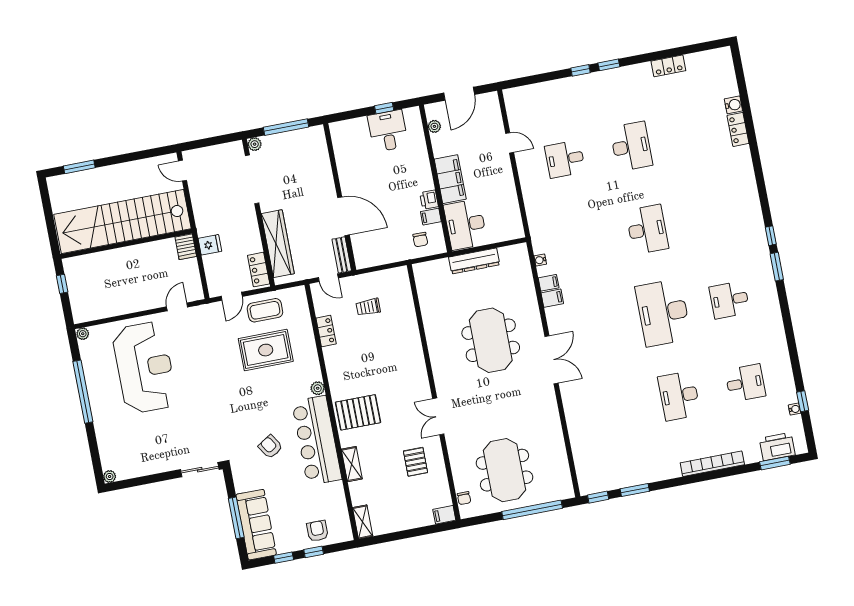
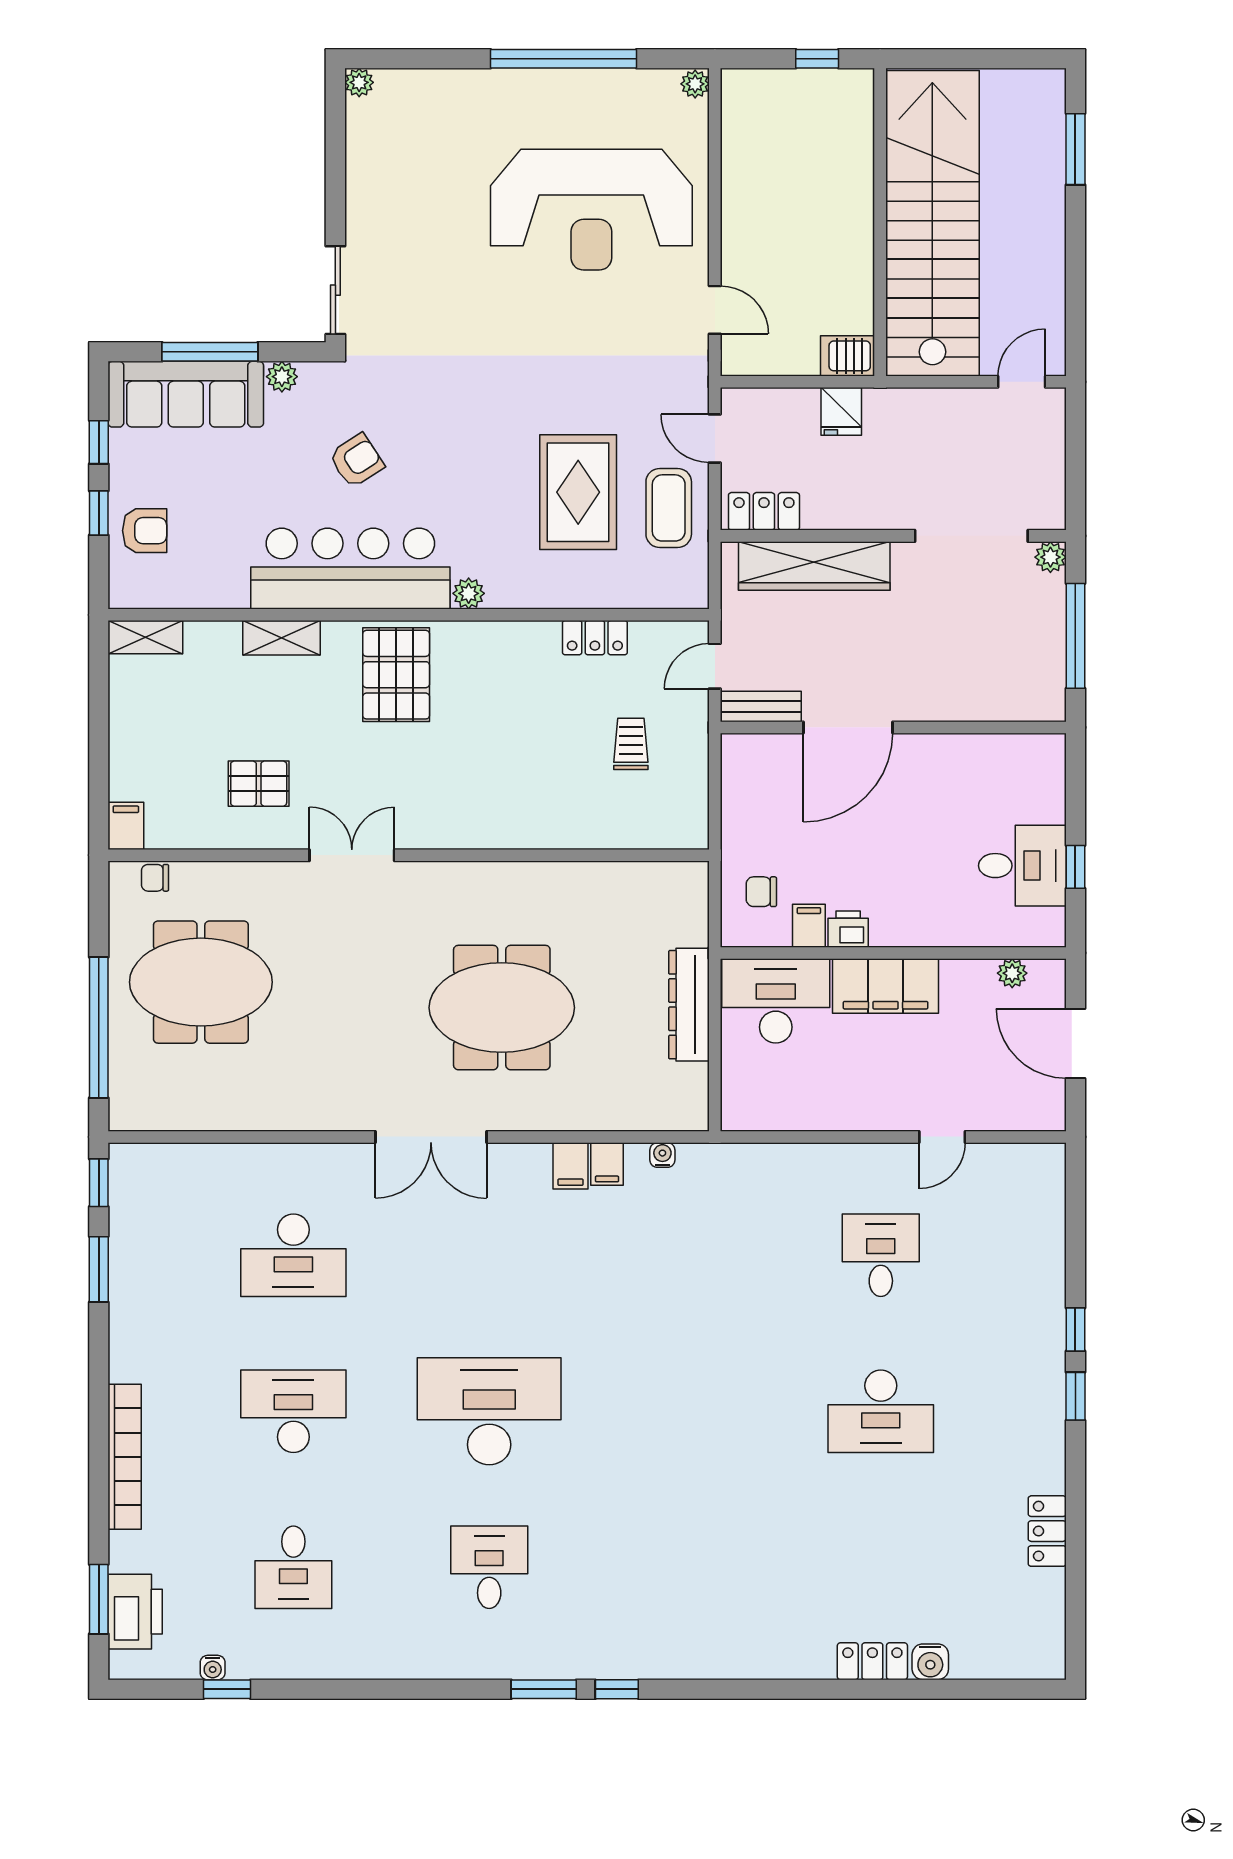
desk: (647, 229) -> (293, 1255), moved
plant: (241, 485) -> (282, 377), added

